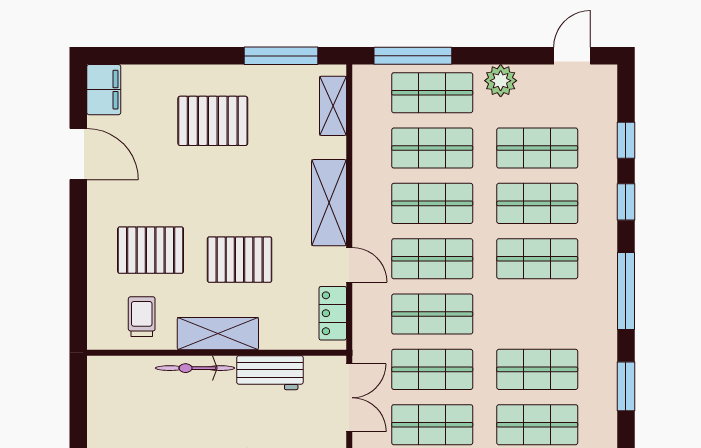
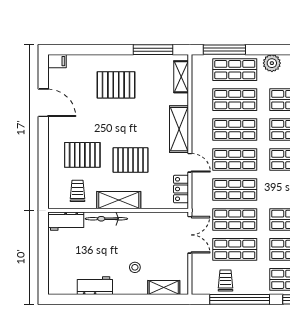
filing cabinet: (104, 90) -> (57, 61), width x0.50
workbench: (270, 373) -> (66, 221), moved

